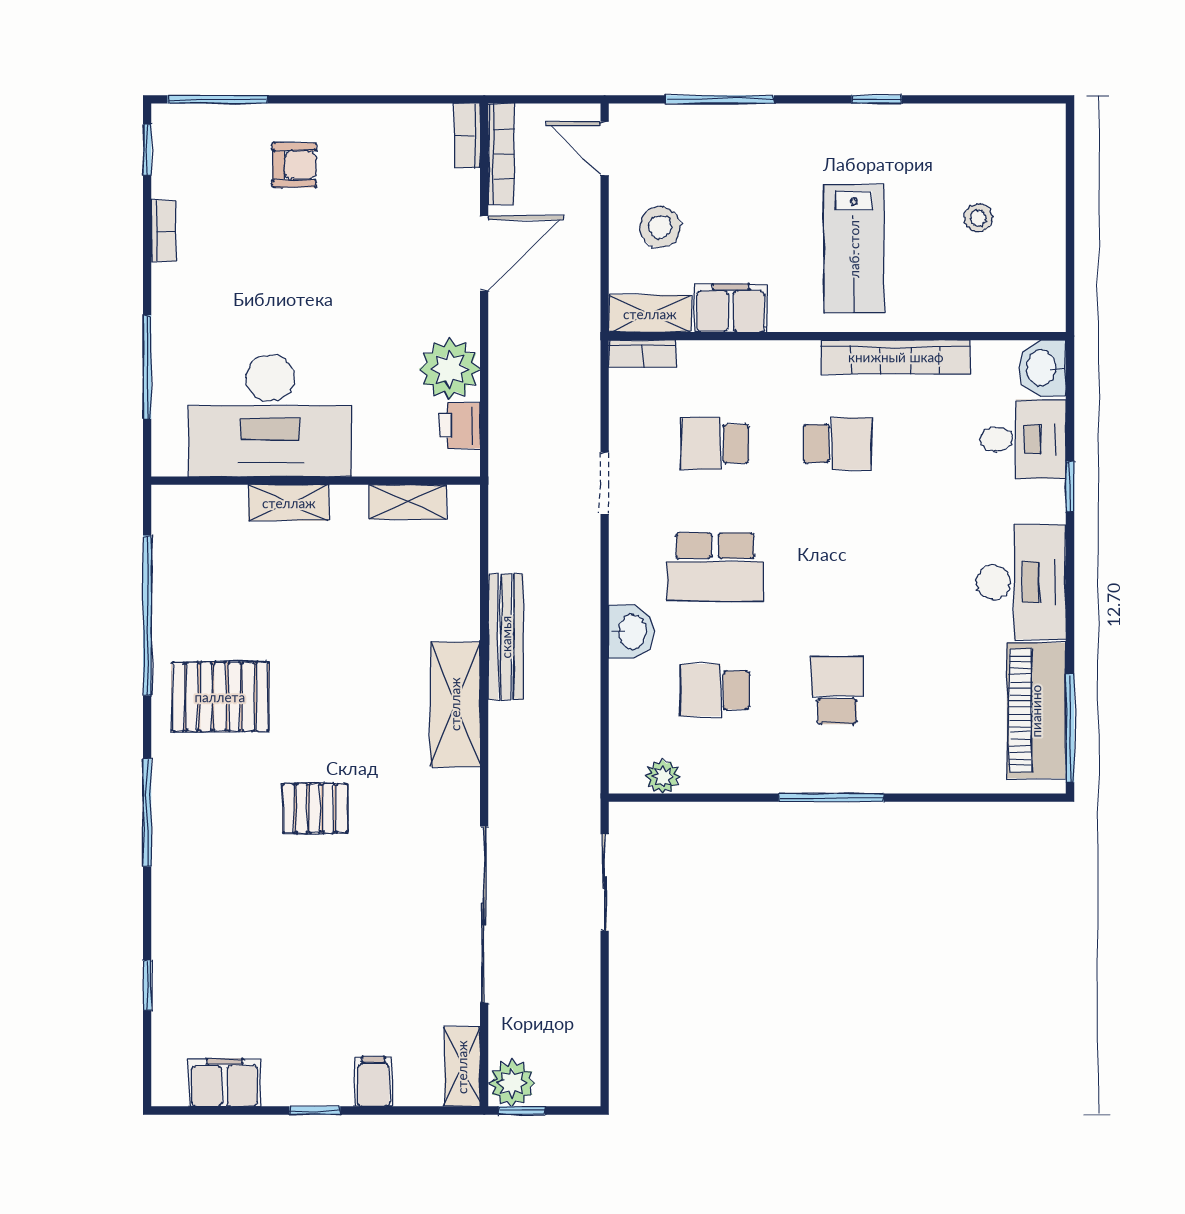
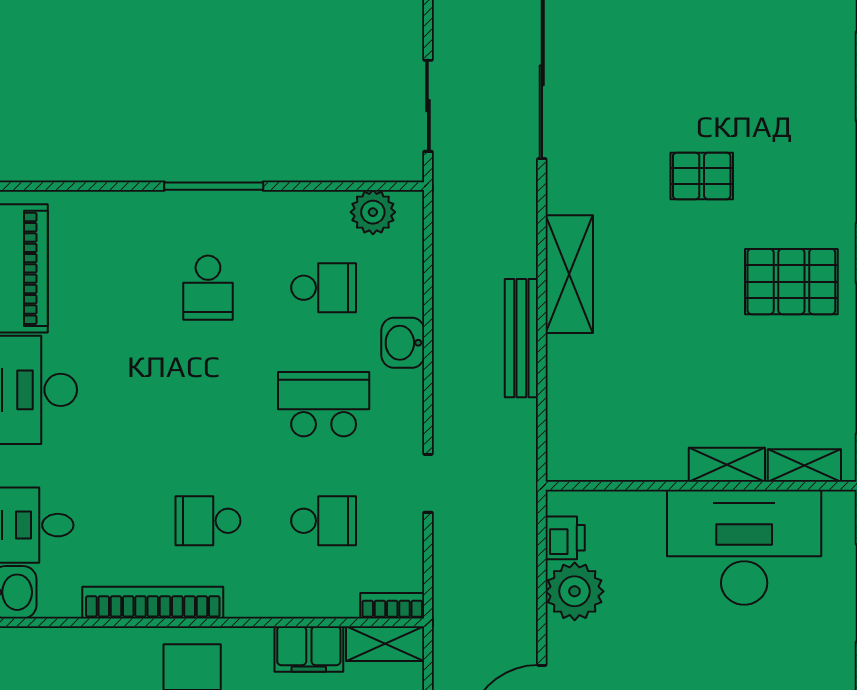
shelving: (408, 502) -> (804, 466), moved
plant: (663, 776) -> (373, 212), width x1.38, depth x1.38

